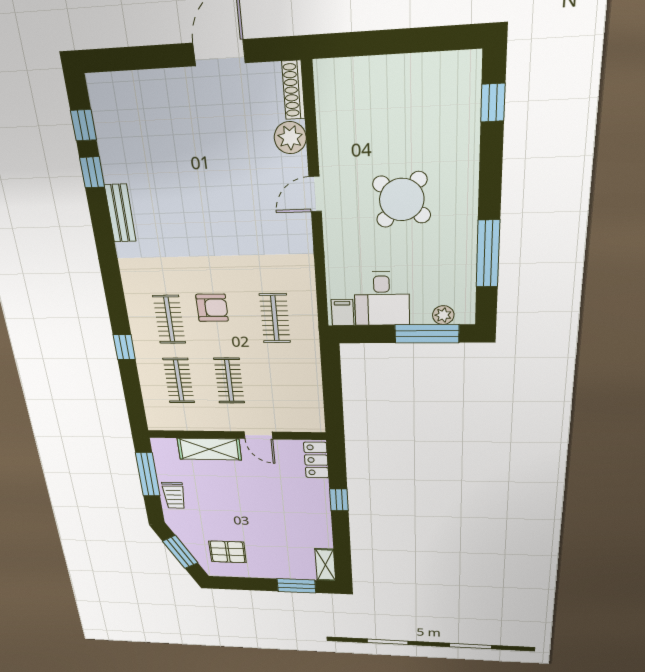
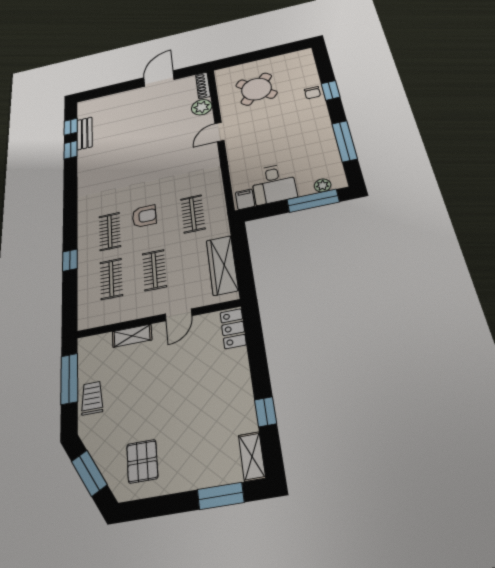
window: (493, 103) -> (331, 90), moved
chair: (463, 152) -> (312, 93), added
round table: (402, 200) -> (256, 89), moved
bench: (120, 213) -> (85, 133), moved
wardrobe: (308, 391) -> (222, 265), added
door: (258, 435) -> (179, 315), hinge flipped
shelving: (209, 449) -> (132, 336), width x0.67, depth x0.75
trolley: (174, 495) -> (92, 398), turned 180
window: (339, 500) -> (266, 412), moved
pallet: (228, 552) -> (142, 461), turned 90

